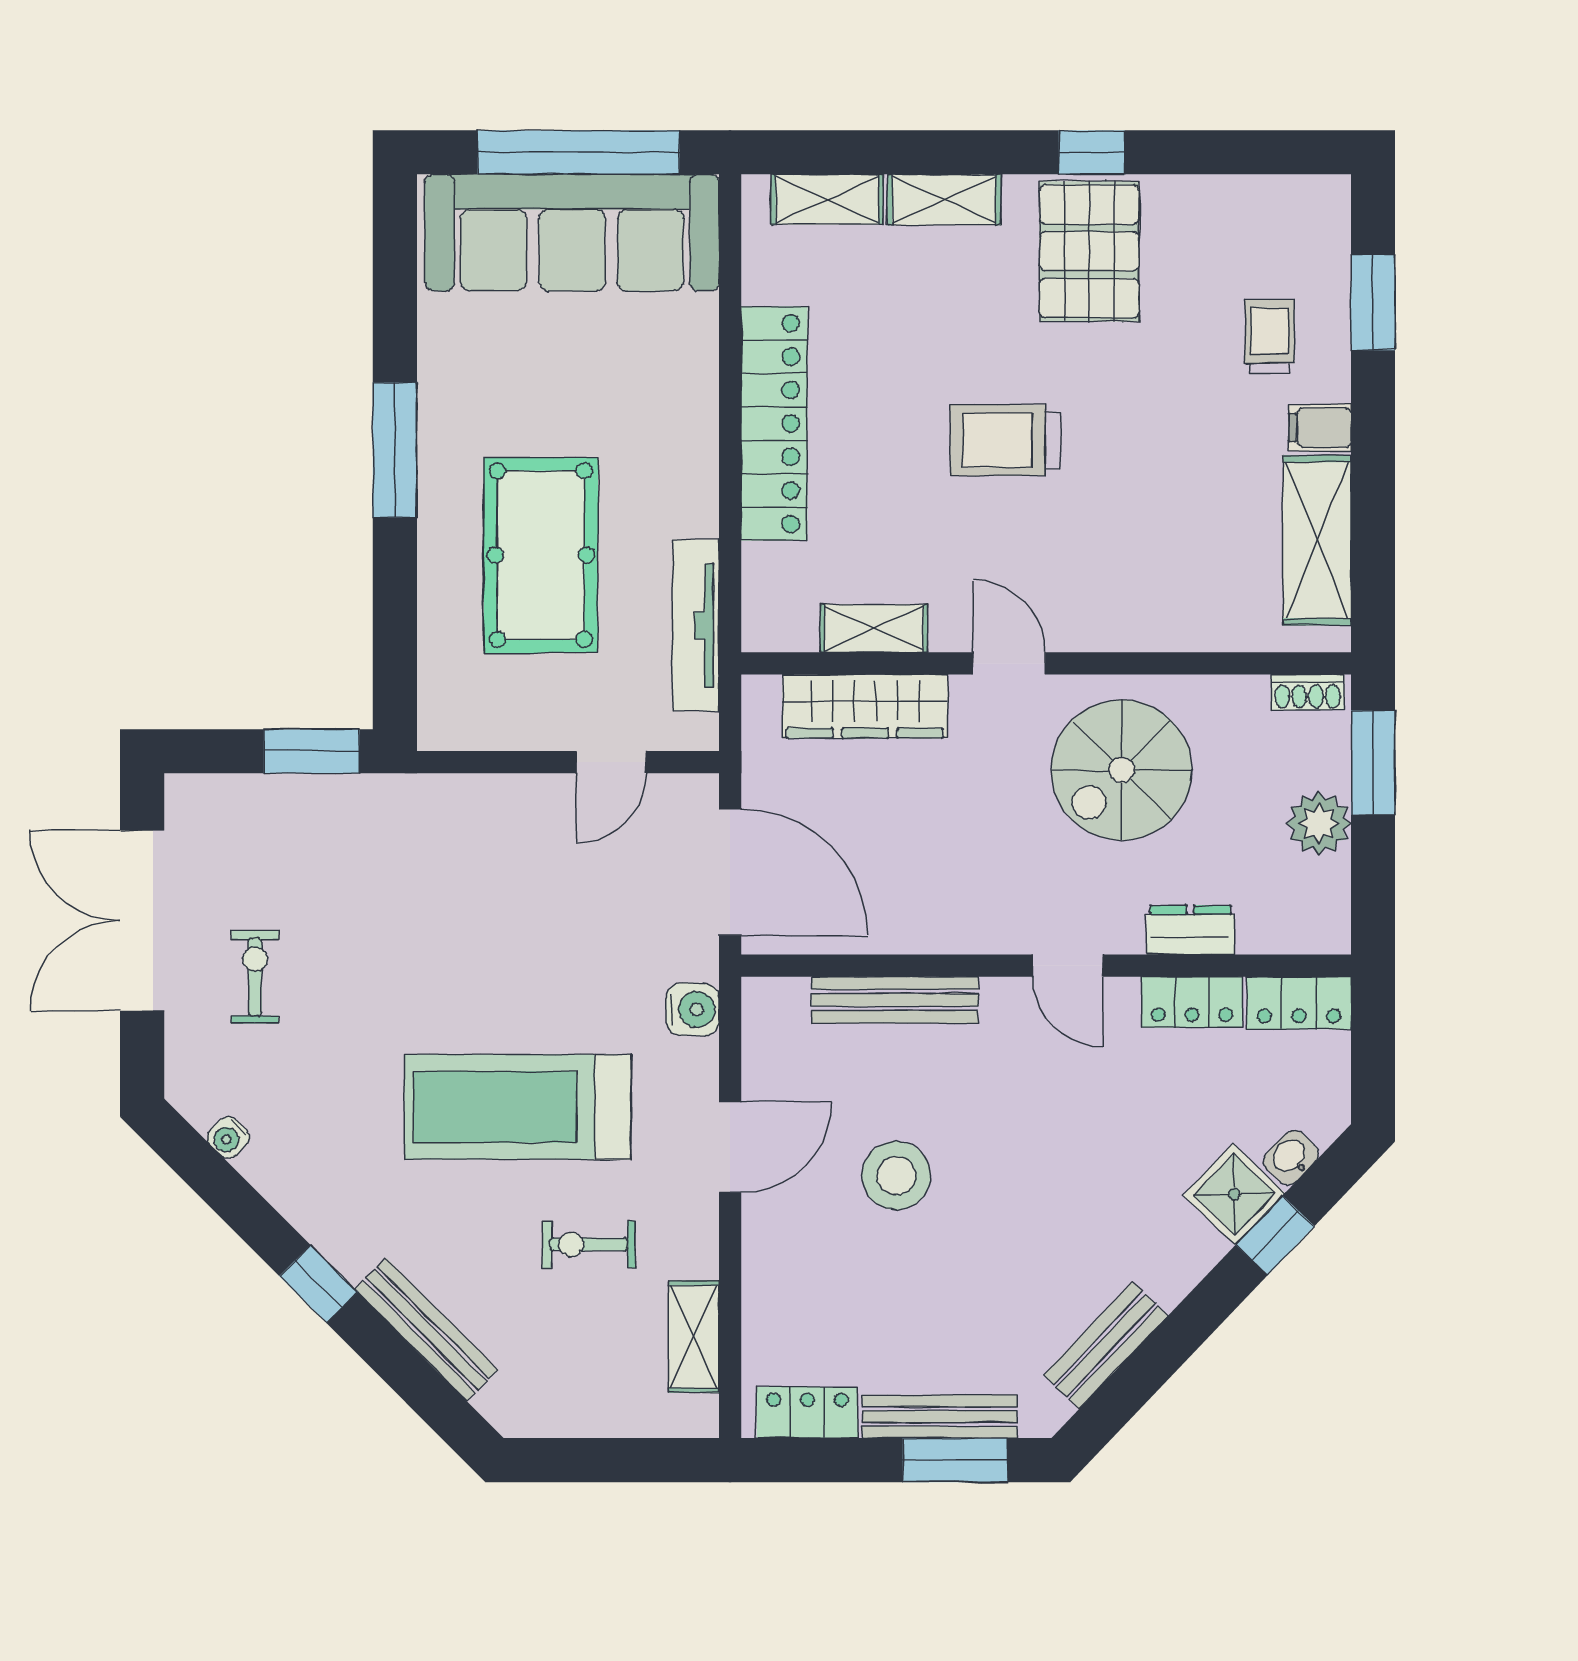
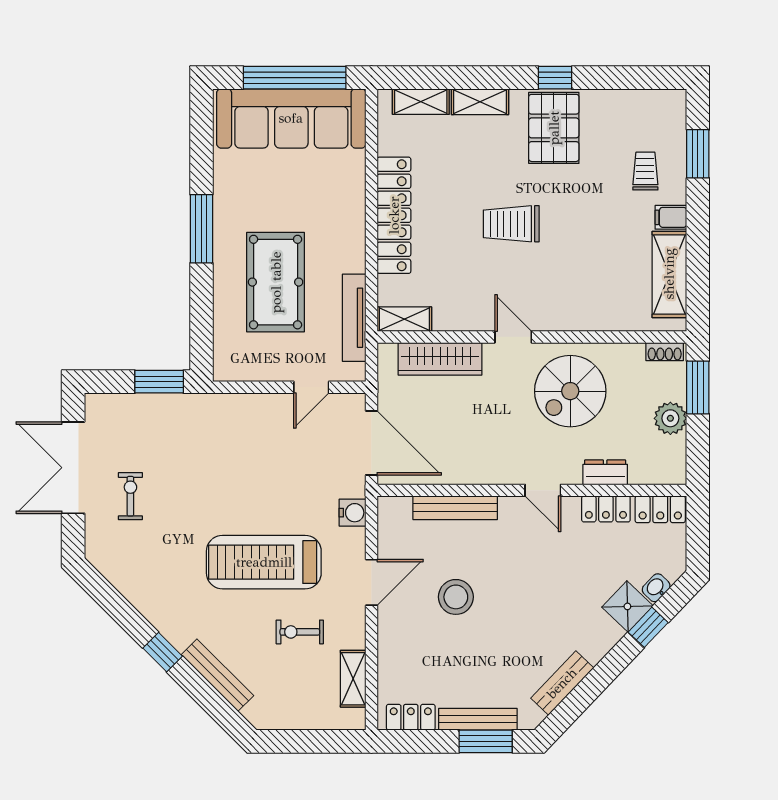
shelving: (874, 628) -> (404, 319), moved
water cooler: (228, 1137) -> (117, 578), removed

